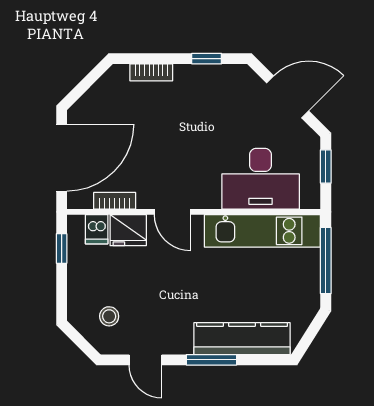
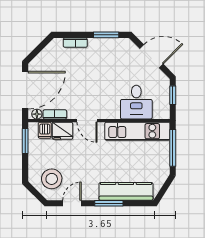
window: (207, 59) -> (106, 35), width x1.50
desk: (261, 179) -> (136, 102), width x0.73
floor lamp: (83, 200) -> (37, 114), added
window: (62, 249) -> (25, 141), width x1.50
stool: (109, 316) -> (52, 179), width x1.89, depth x1.89
door: (145, 360) -> (72, 203), swing flipped

